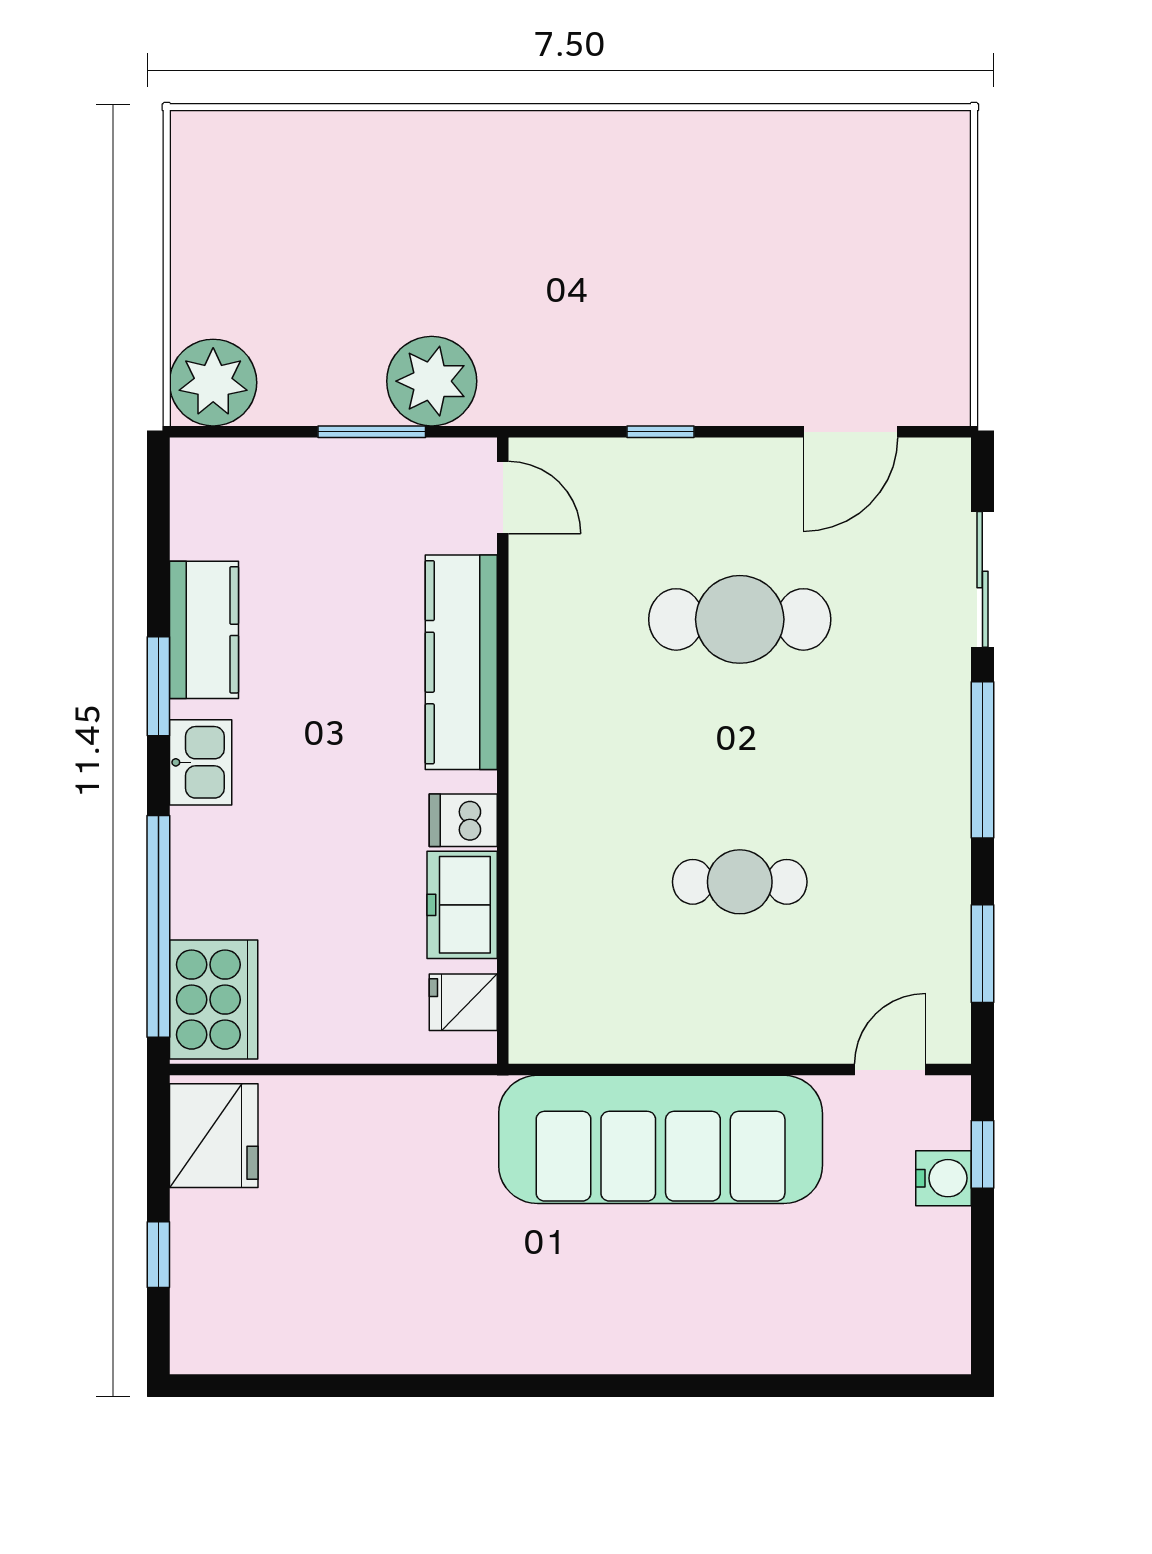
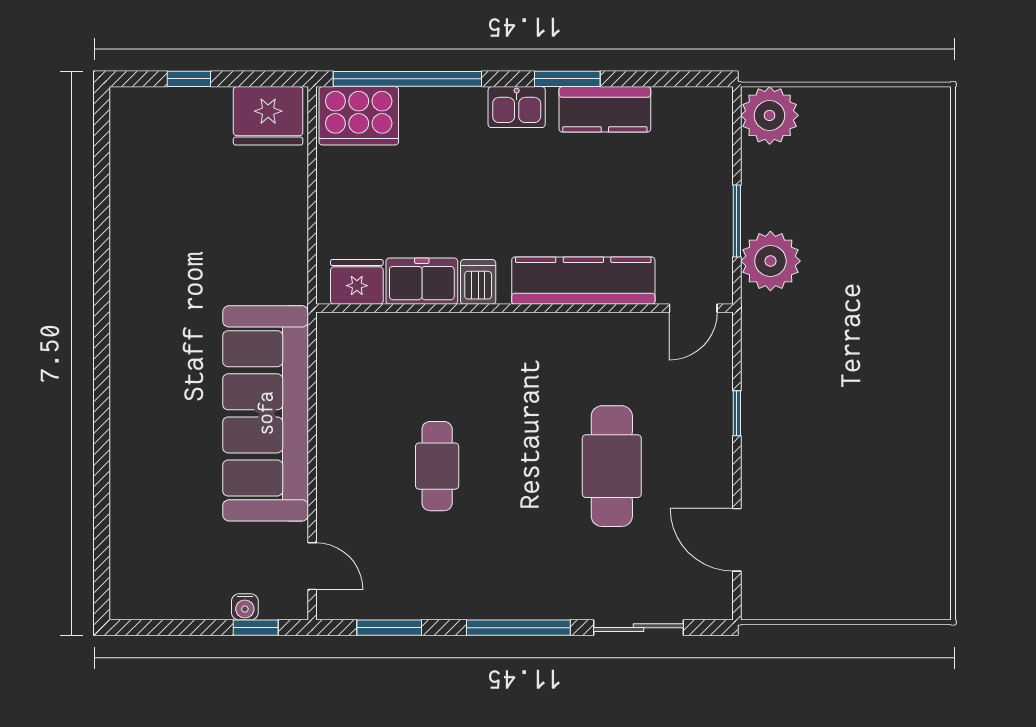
fridge: (463, 1002) -> (357, 282), width x1.38
water cooler: (944, 1178) -> (245, 607), width x0.72, depth x0.72

